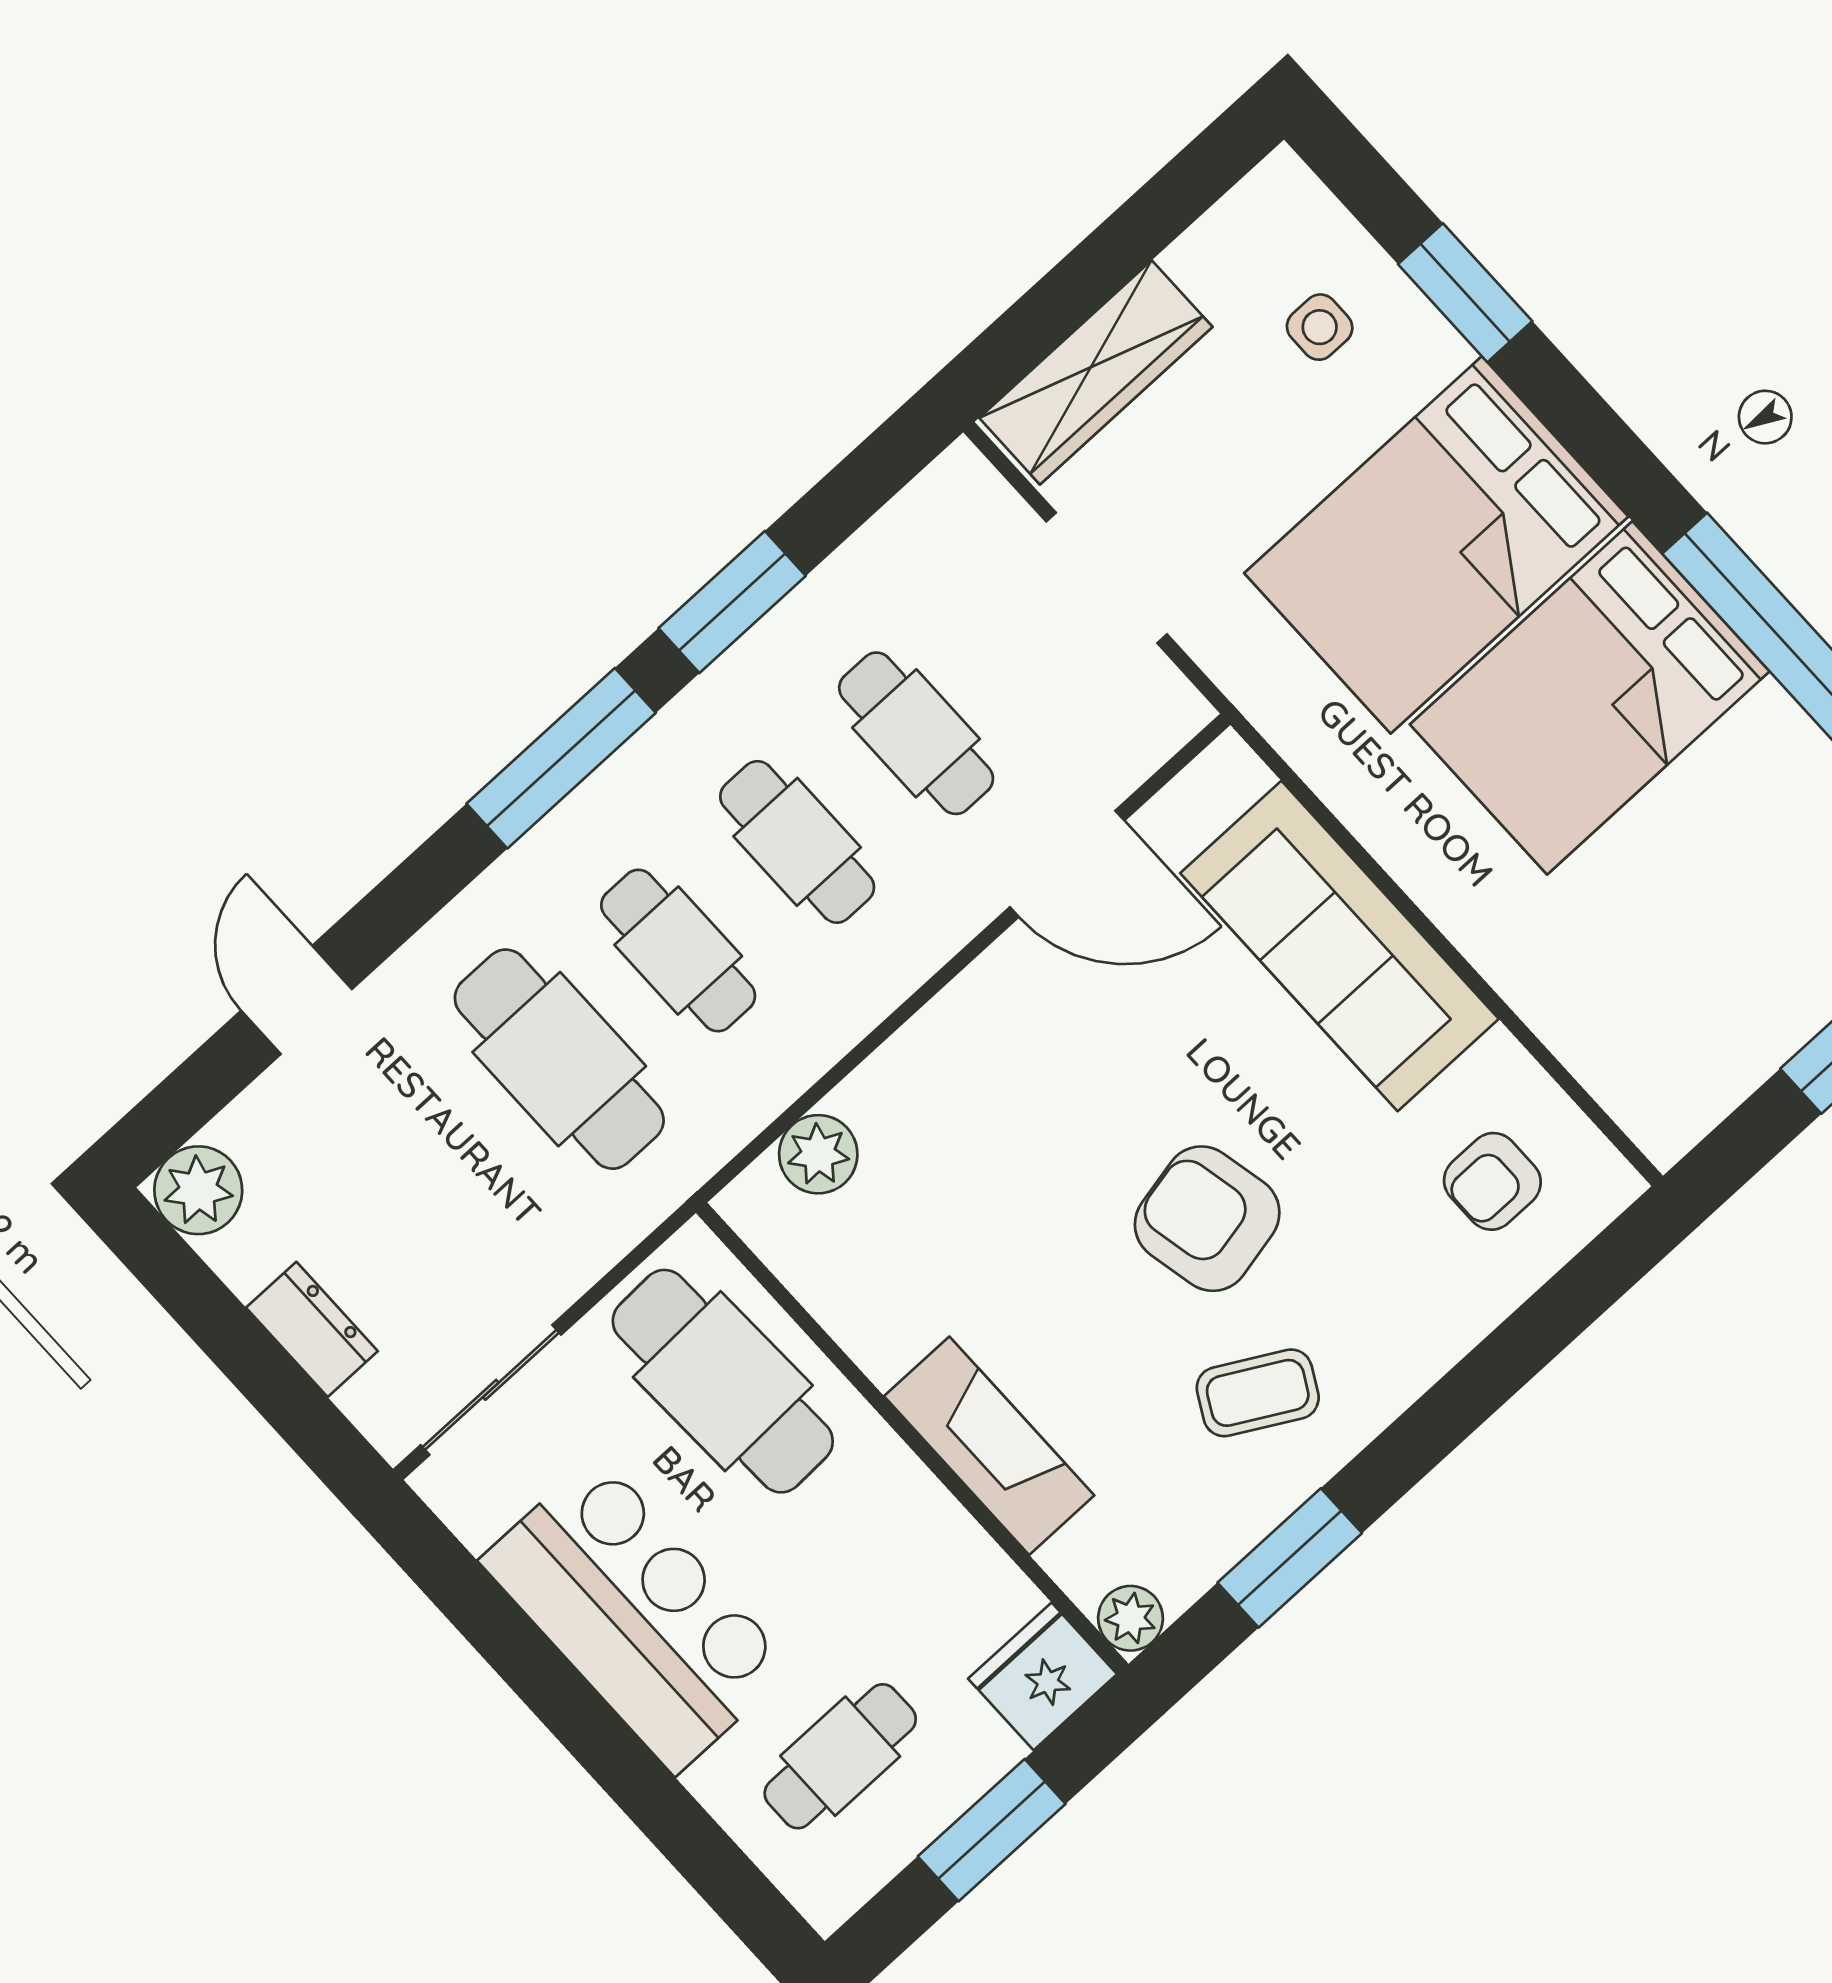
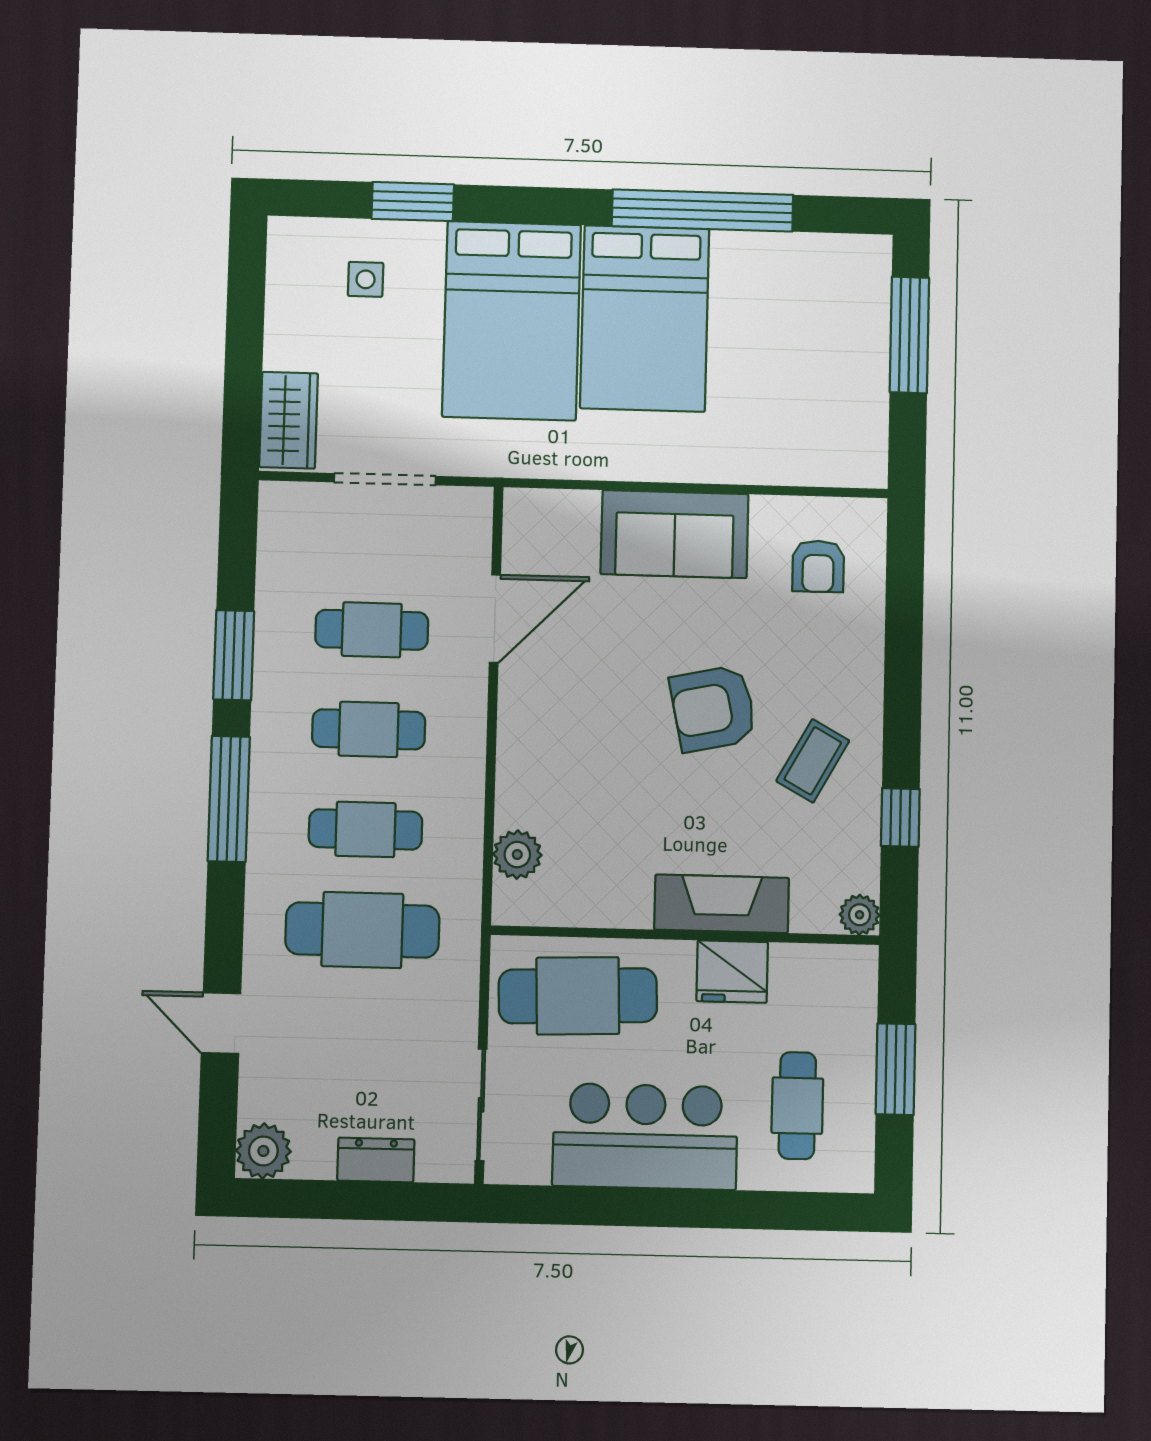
wardrobe: (1096, 372) -> (289, 420), width x0.67
sofa: (1339, 946) -> (675, 534), width x0.73
window: (1290, 1558) -> (900, 817), width x0.67
fridge: (1043, 1676) -> (732, 972), moved, turned -90

